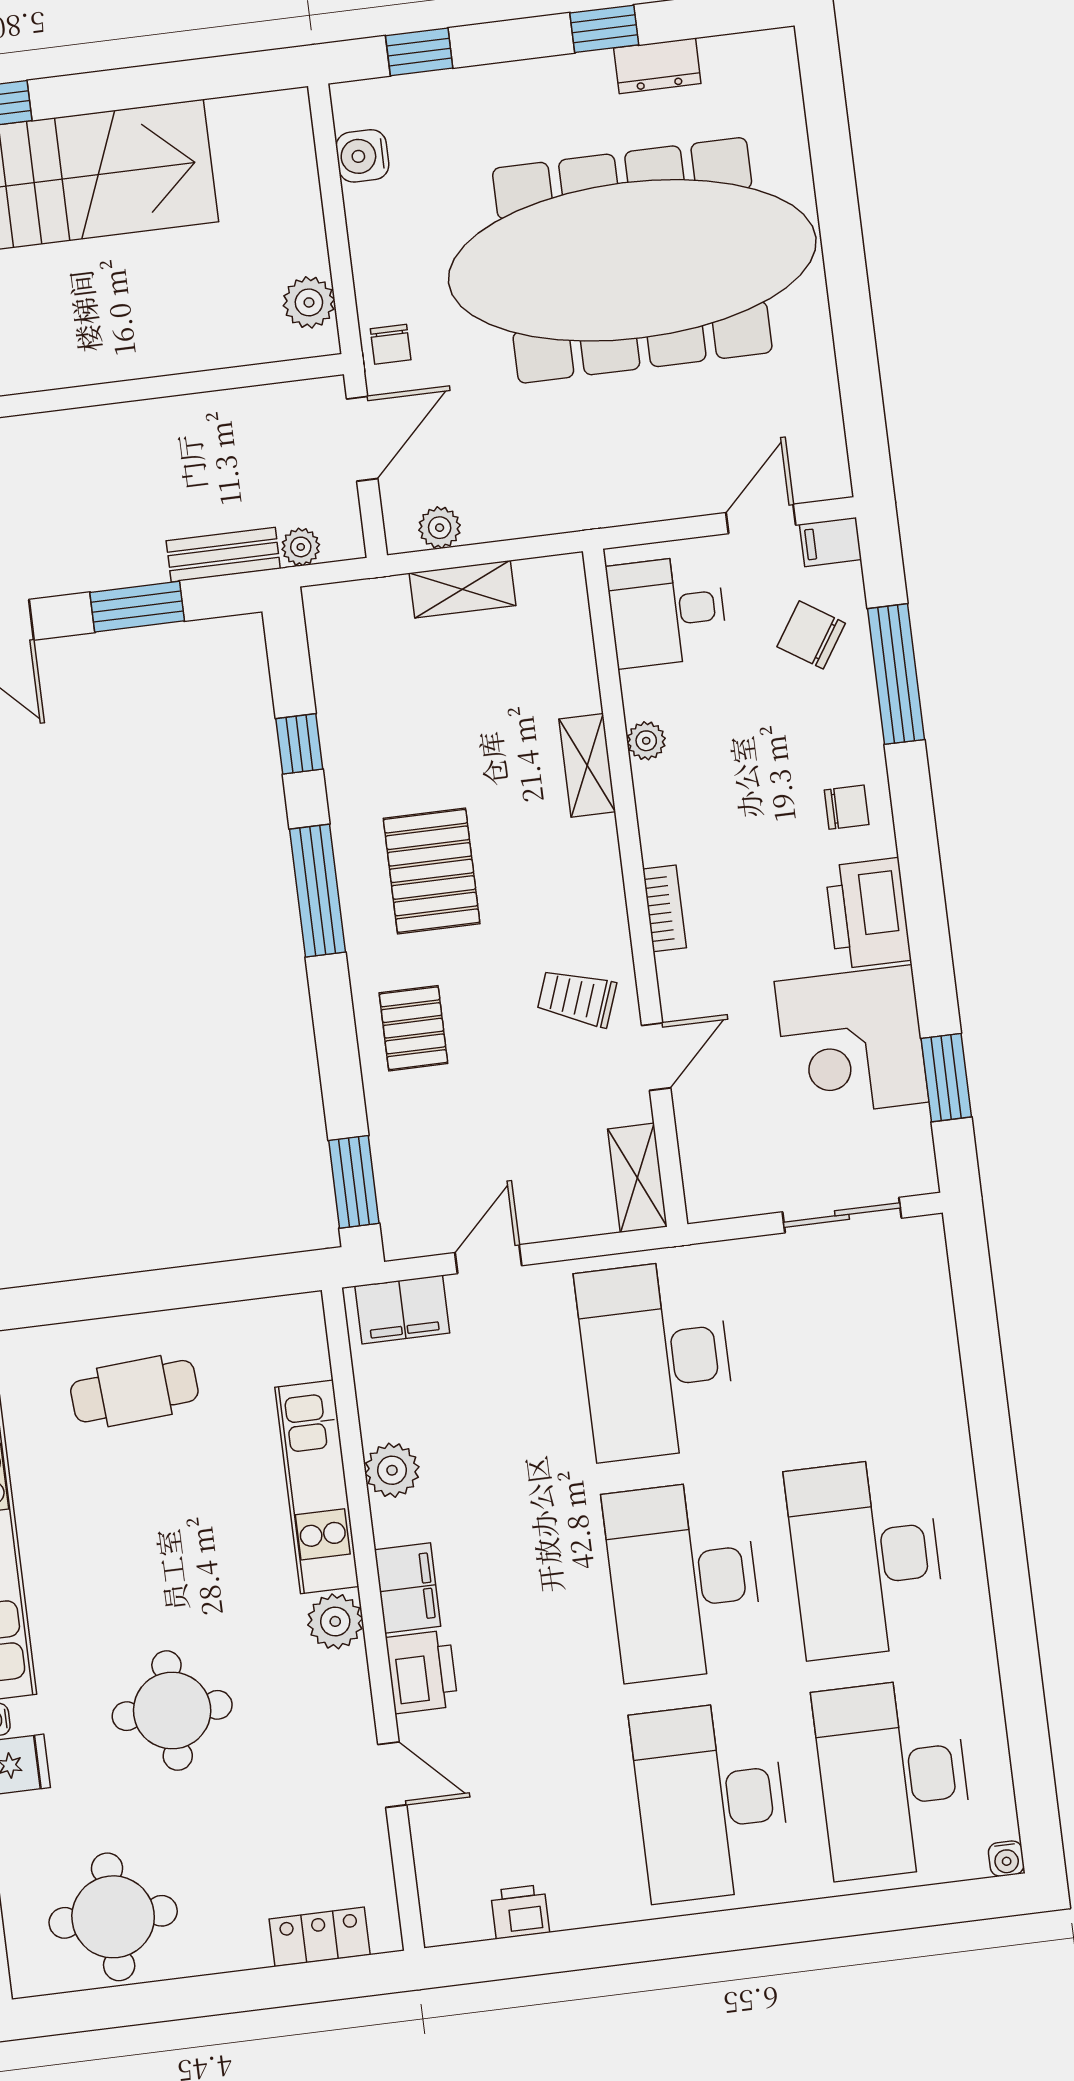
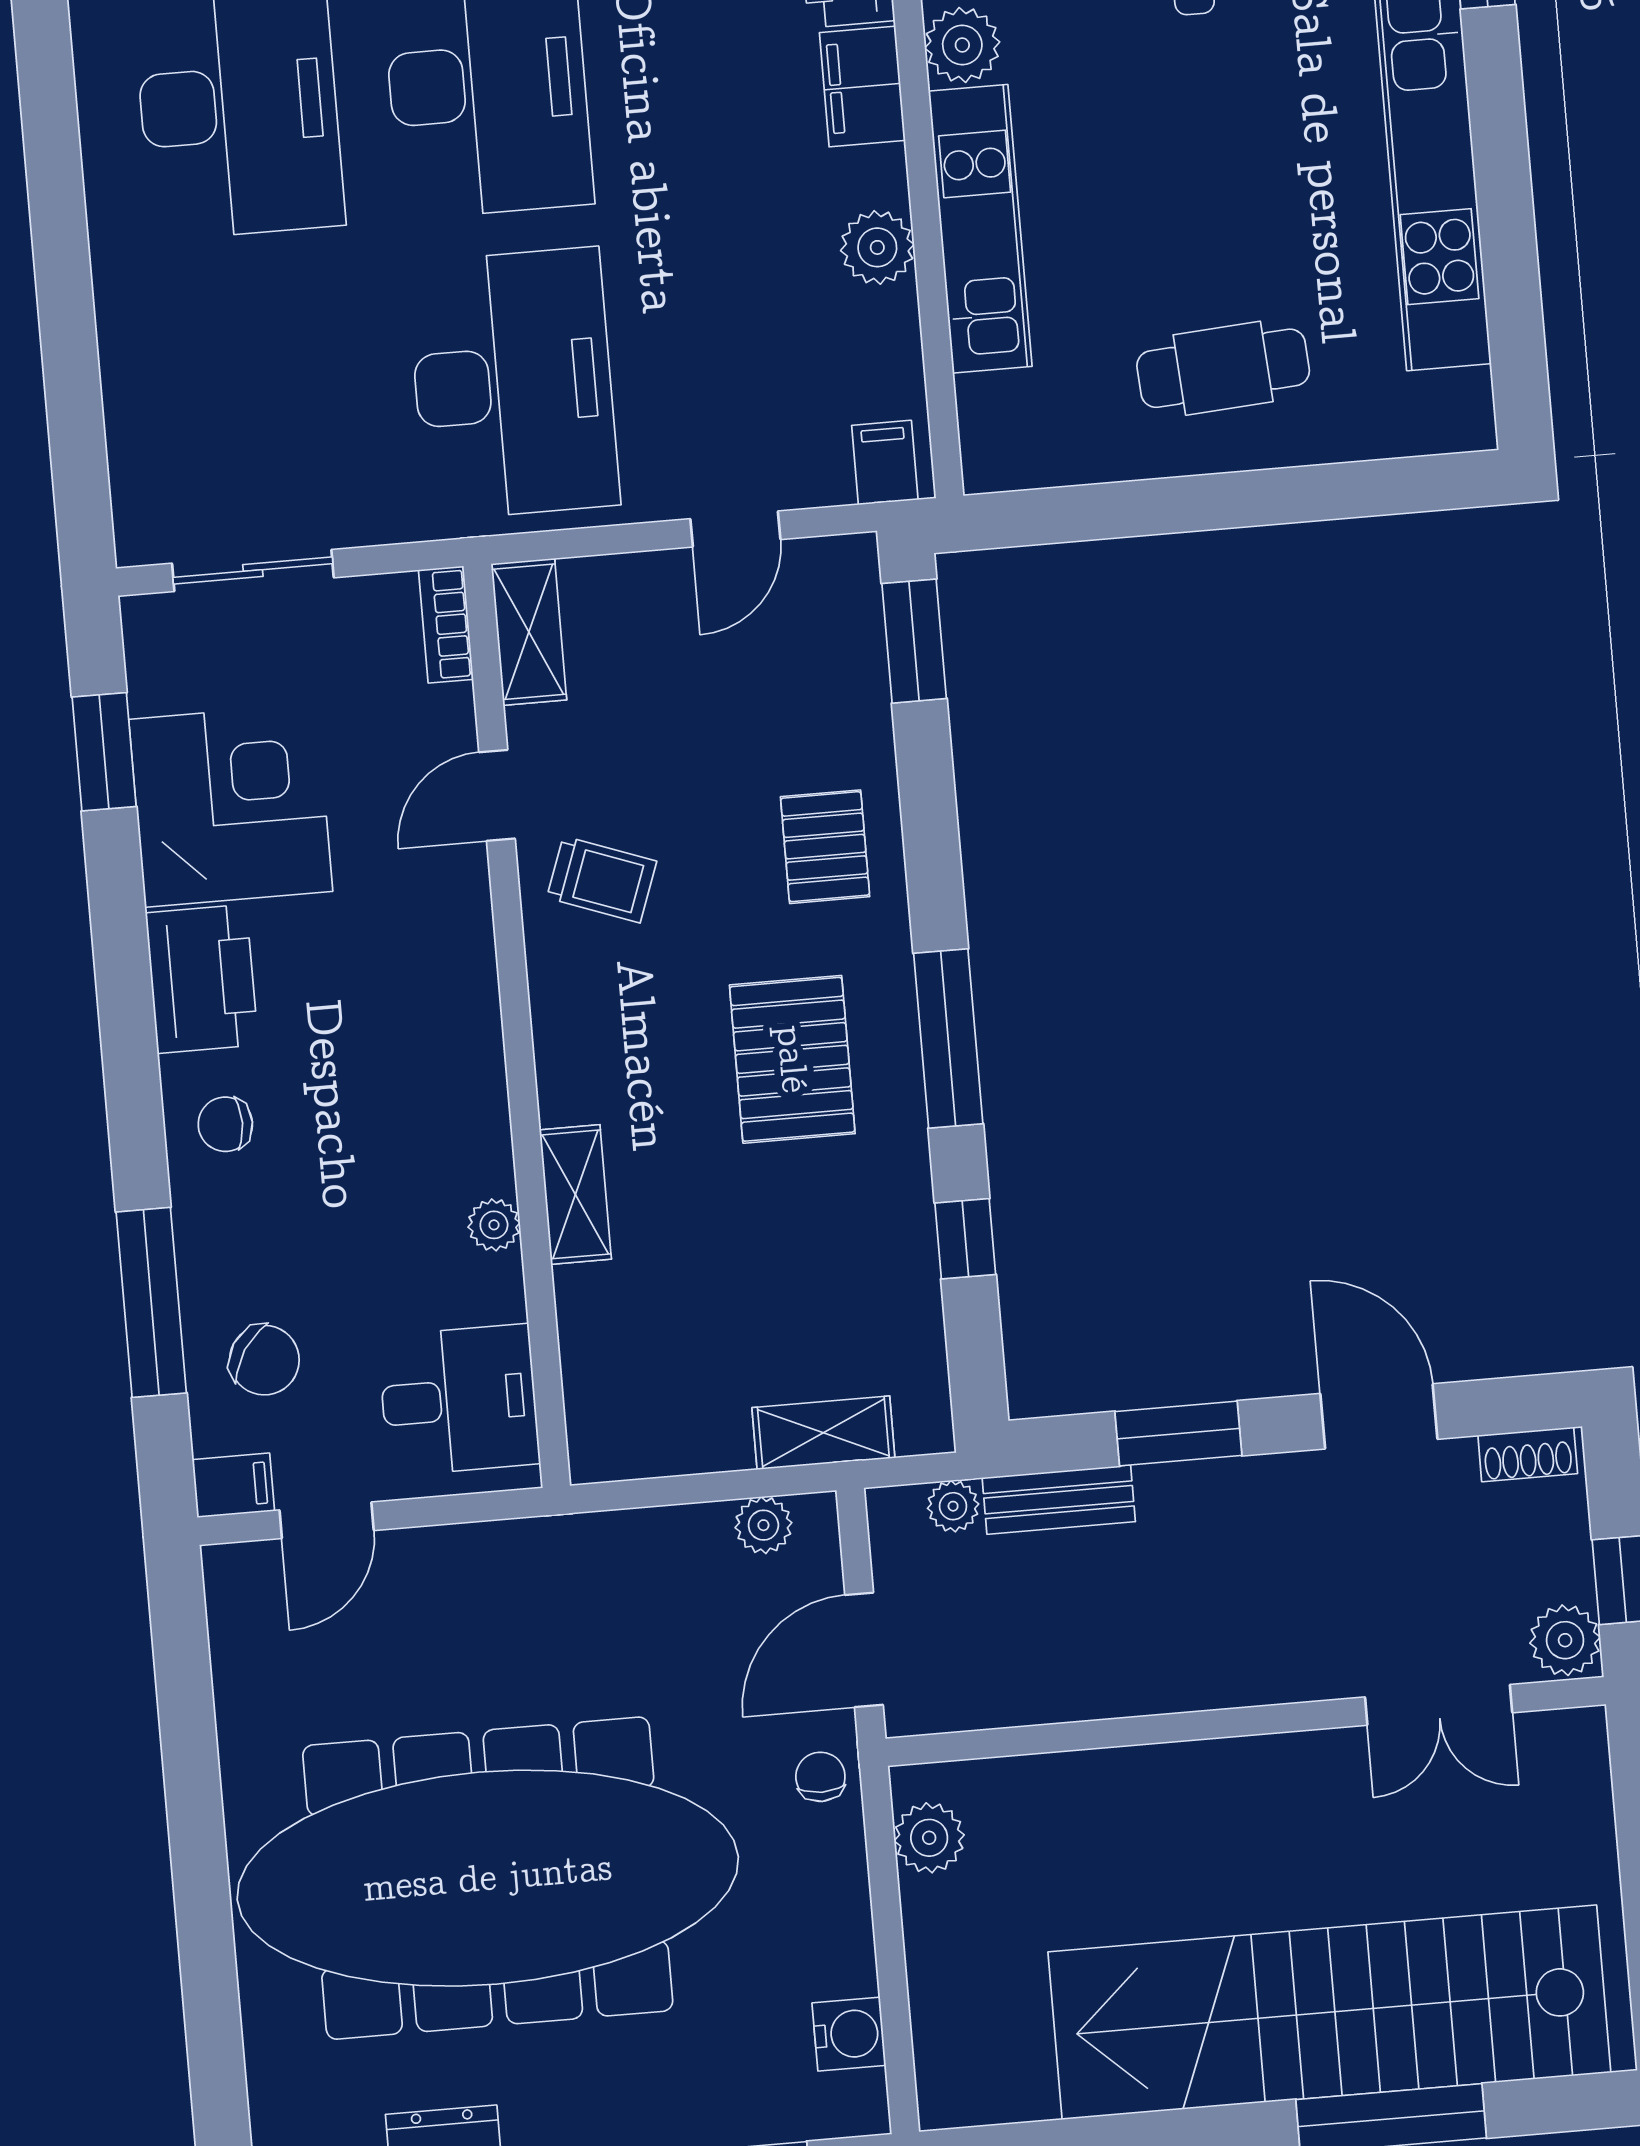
shelving: (462, 589) -> (823, 1433), moved
bookcase: (665, 908) -> (446, 625), moved
filing cabinet: (402, 1310) -> (885, 463), width x0.50

